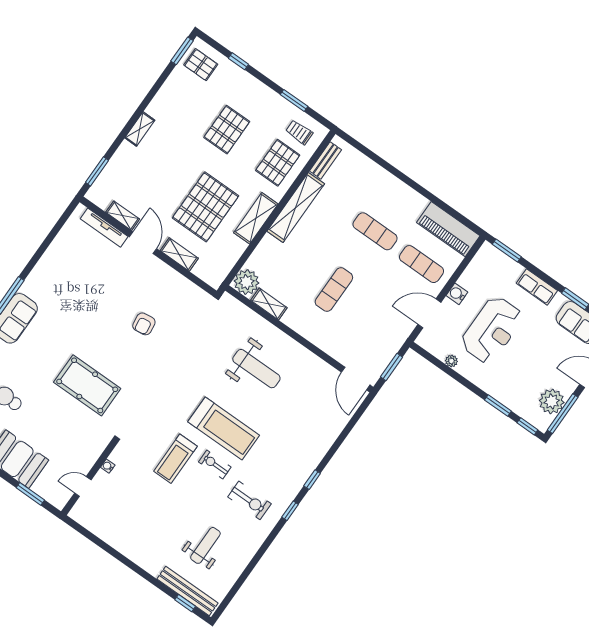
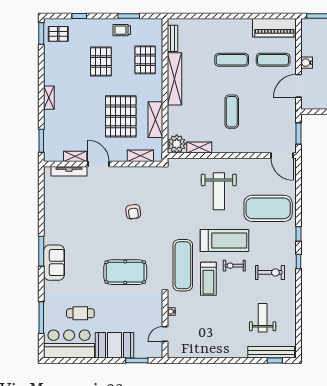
trolley: (299, 132) -> (122, 30), moved
shelving: (256, 218) -> (155, 120), moved
shelving: (179, 254) -> (140, 156), moved
weight bench: (256, 369) -> (219, 191), turned 90
exercise mat: (157, 423) -> (183, 265), added
exercise mat: (298, 427) -> (268, 208), added

